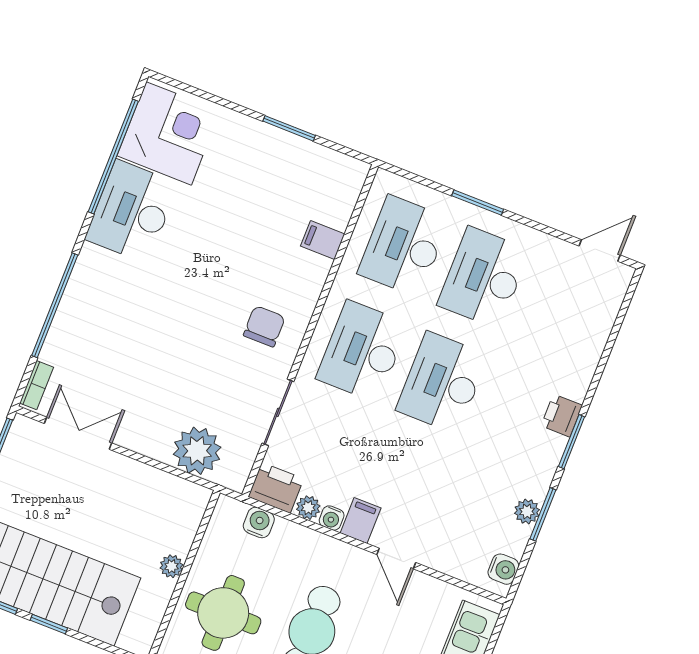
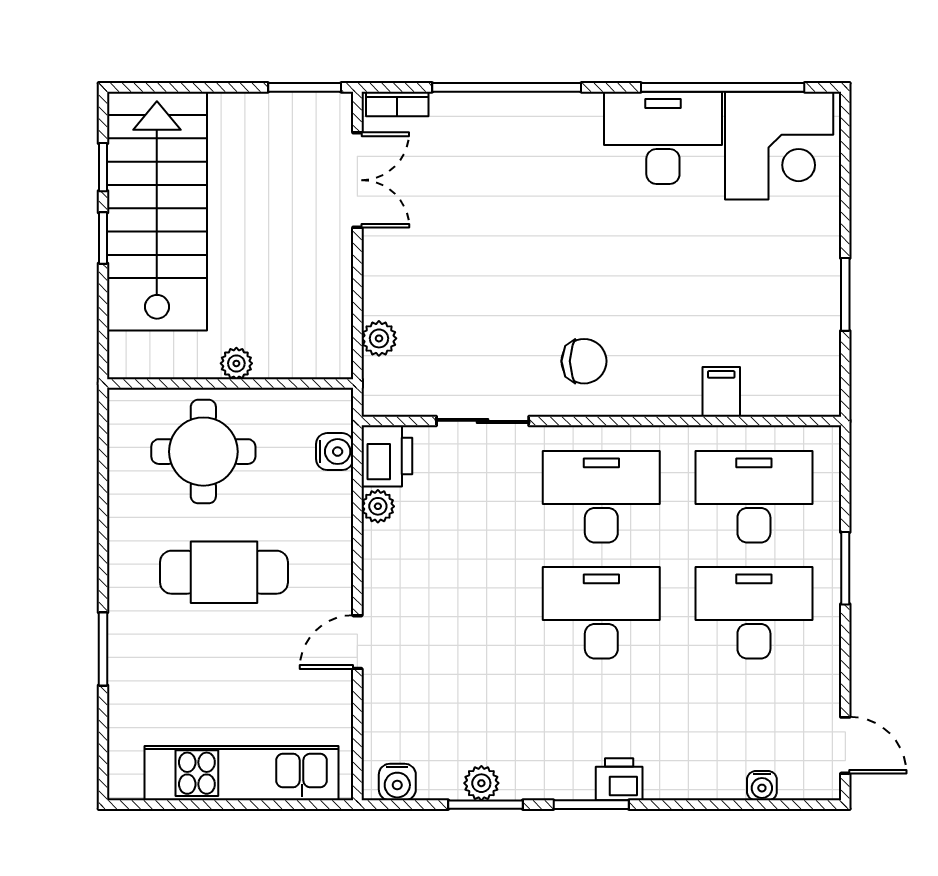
plant: (197, 451) -> (379, 338), width x0.53, depth x0.53
water cooler: (332, 518) -> (762, 786), moved, turned -90
filing cabinet: (361, 520) -> (388, 578), removed

